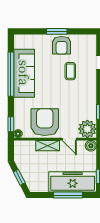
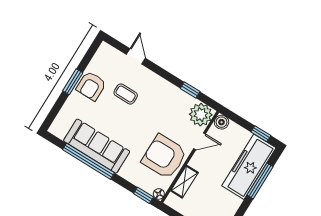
armchair: (62, 45) -> (91, 86), turned 90
shelving: (48, 146) -> (184, 182), moved

